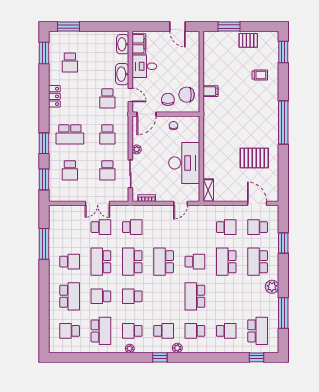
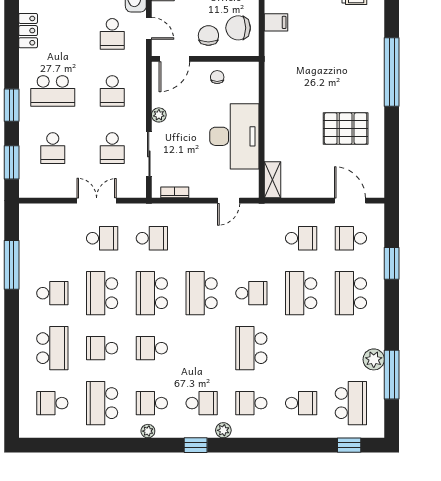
double door: (97, 203) -> (97, 201), swing flipped
plant: (272, 287) -> (374, 359), moved
school desk: (101, 331) -> (102, 403), turned 180

